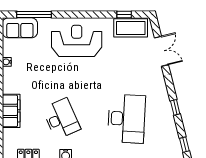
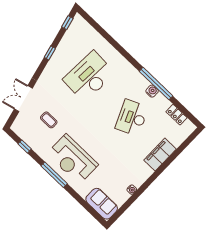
window: (34, 15) -> (54, 175), moved
coffee table: (131, 28) -> (49, 120), moved, width x0.54, depth x0.58

